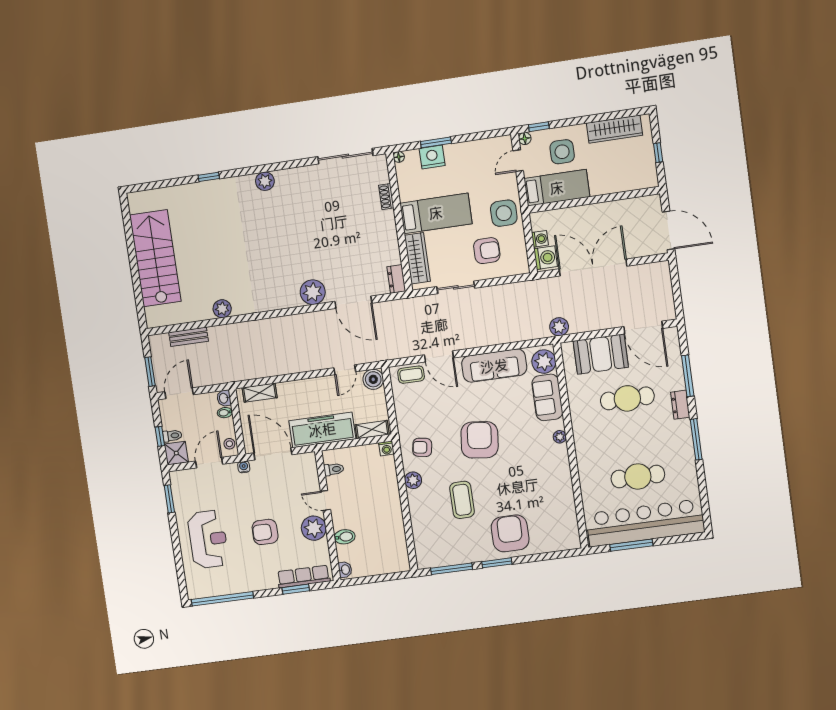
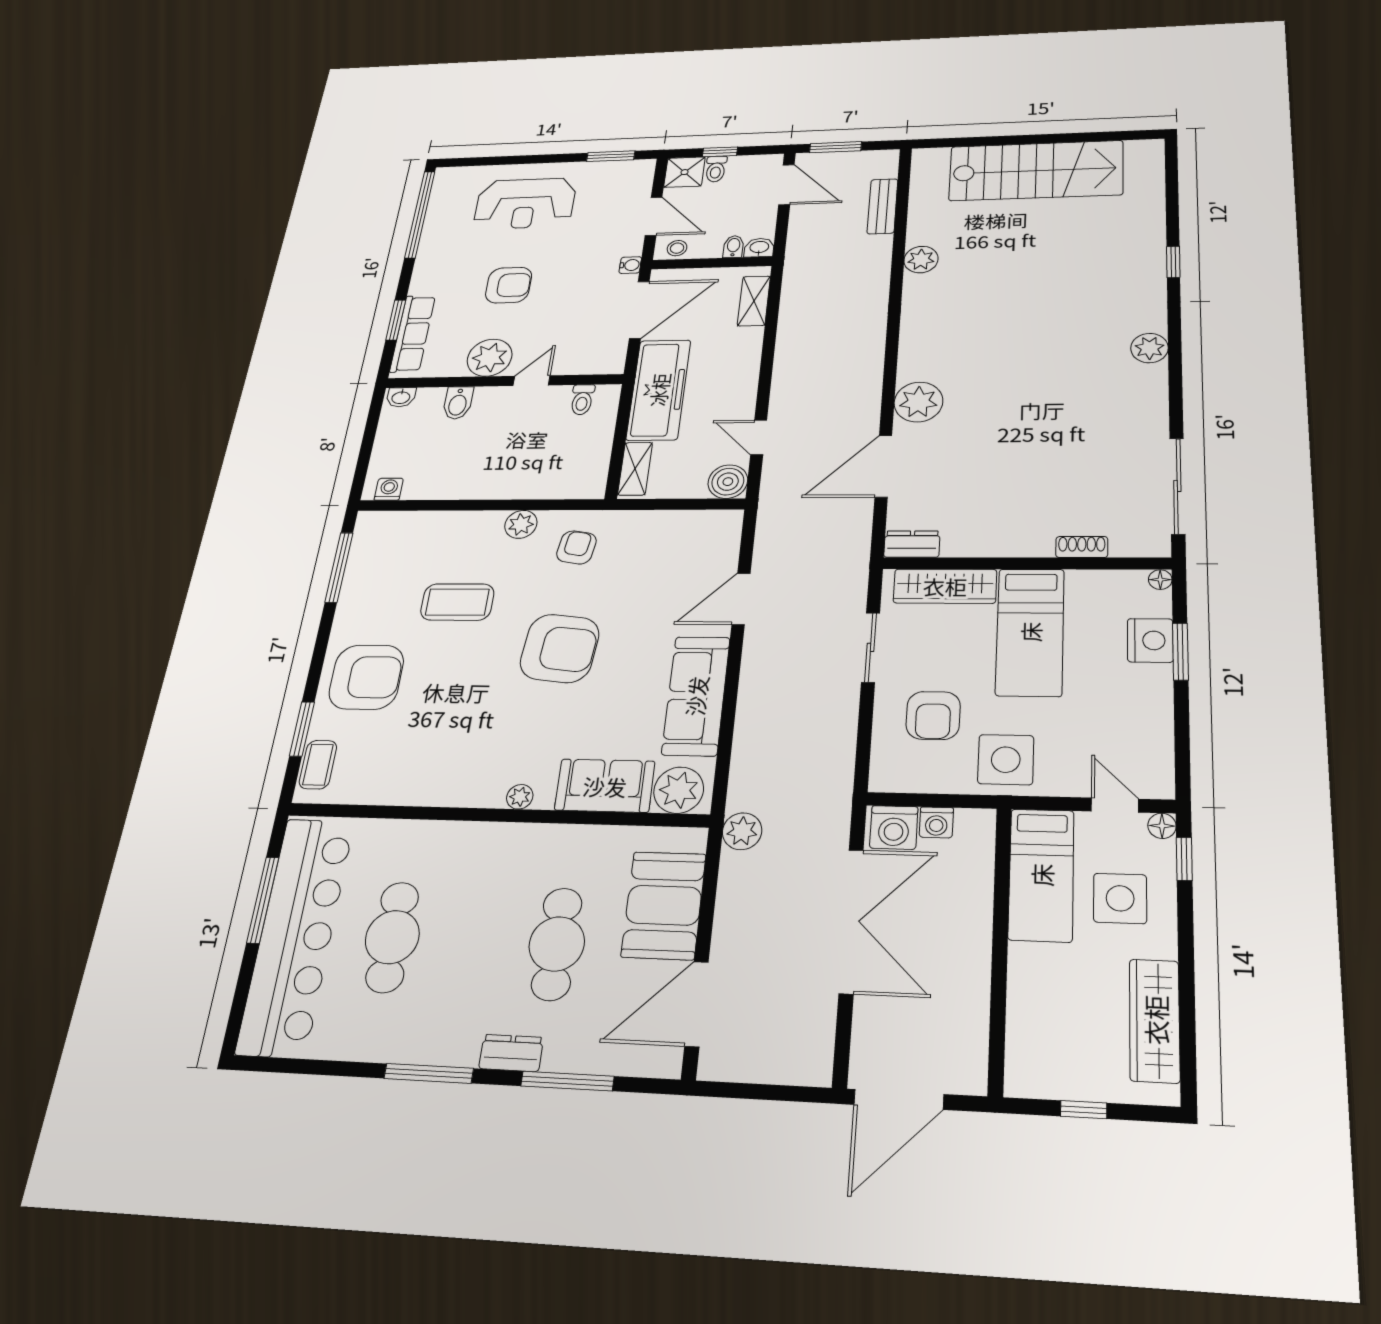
coffee table: (411, 375) -> (318, 765), moved
washing machine: (386, 448) -> (389, 489), moved, turned 90
armchair: (265, 532) -> (509, 285), turned 90
window: (497, 563) -> (302, 729), moved

